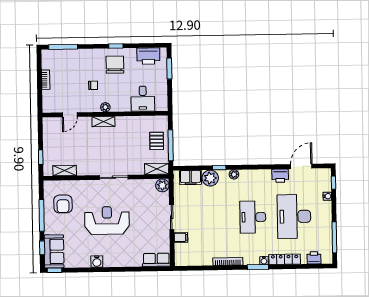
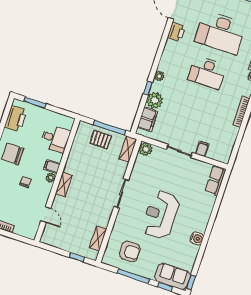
filing cabinet: (116, 105) -> (52, 166), added

